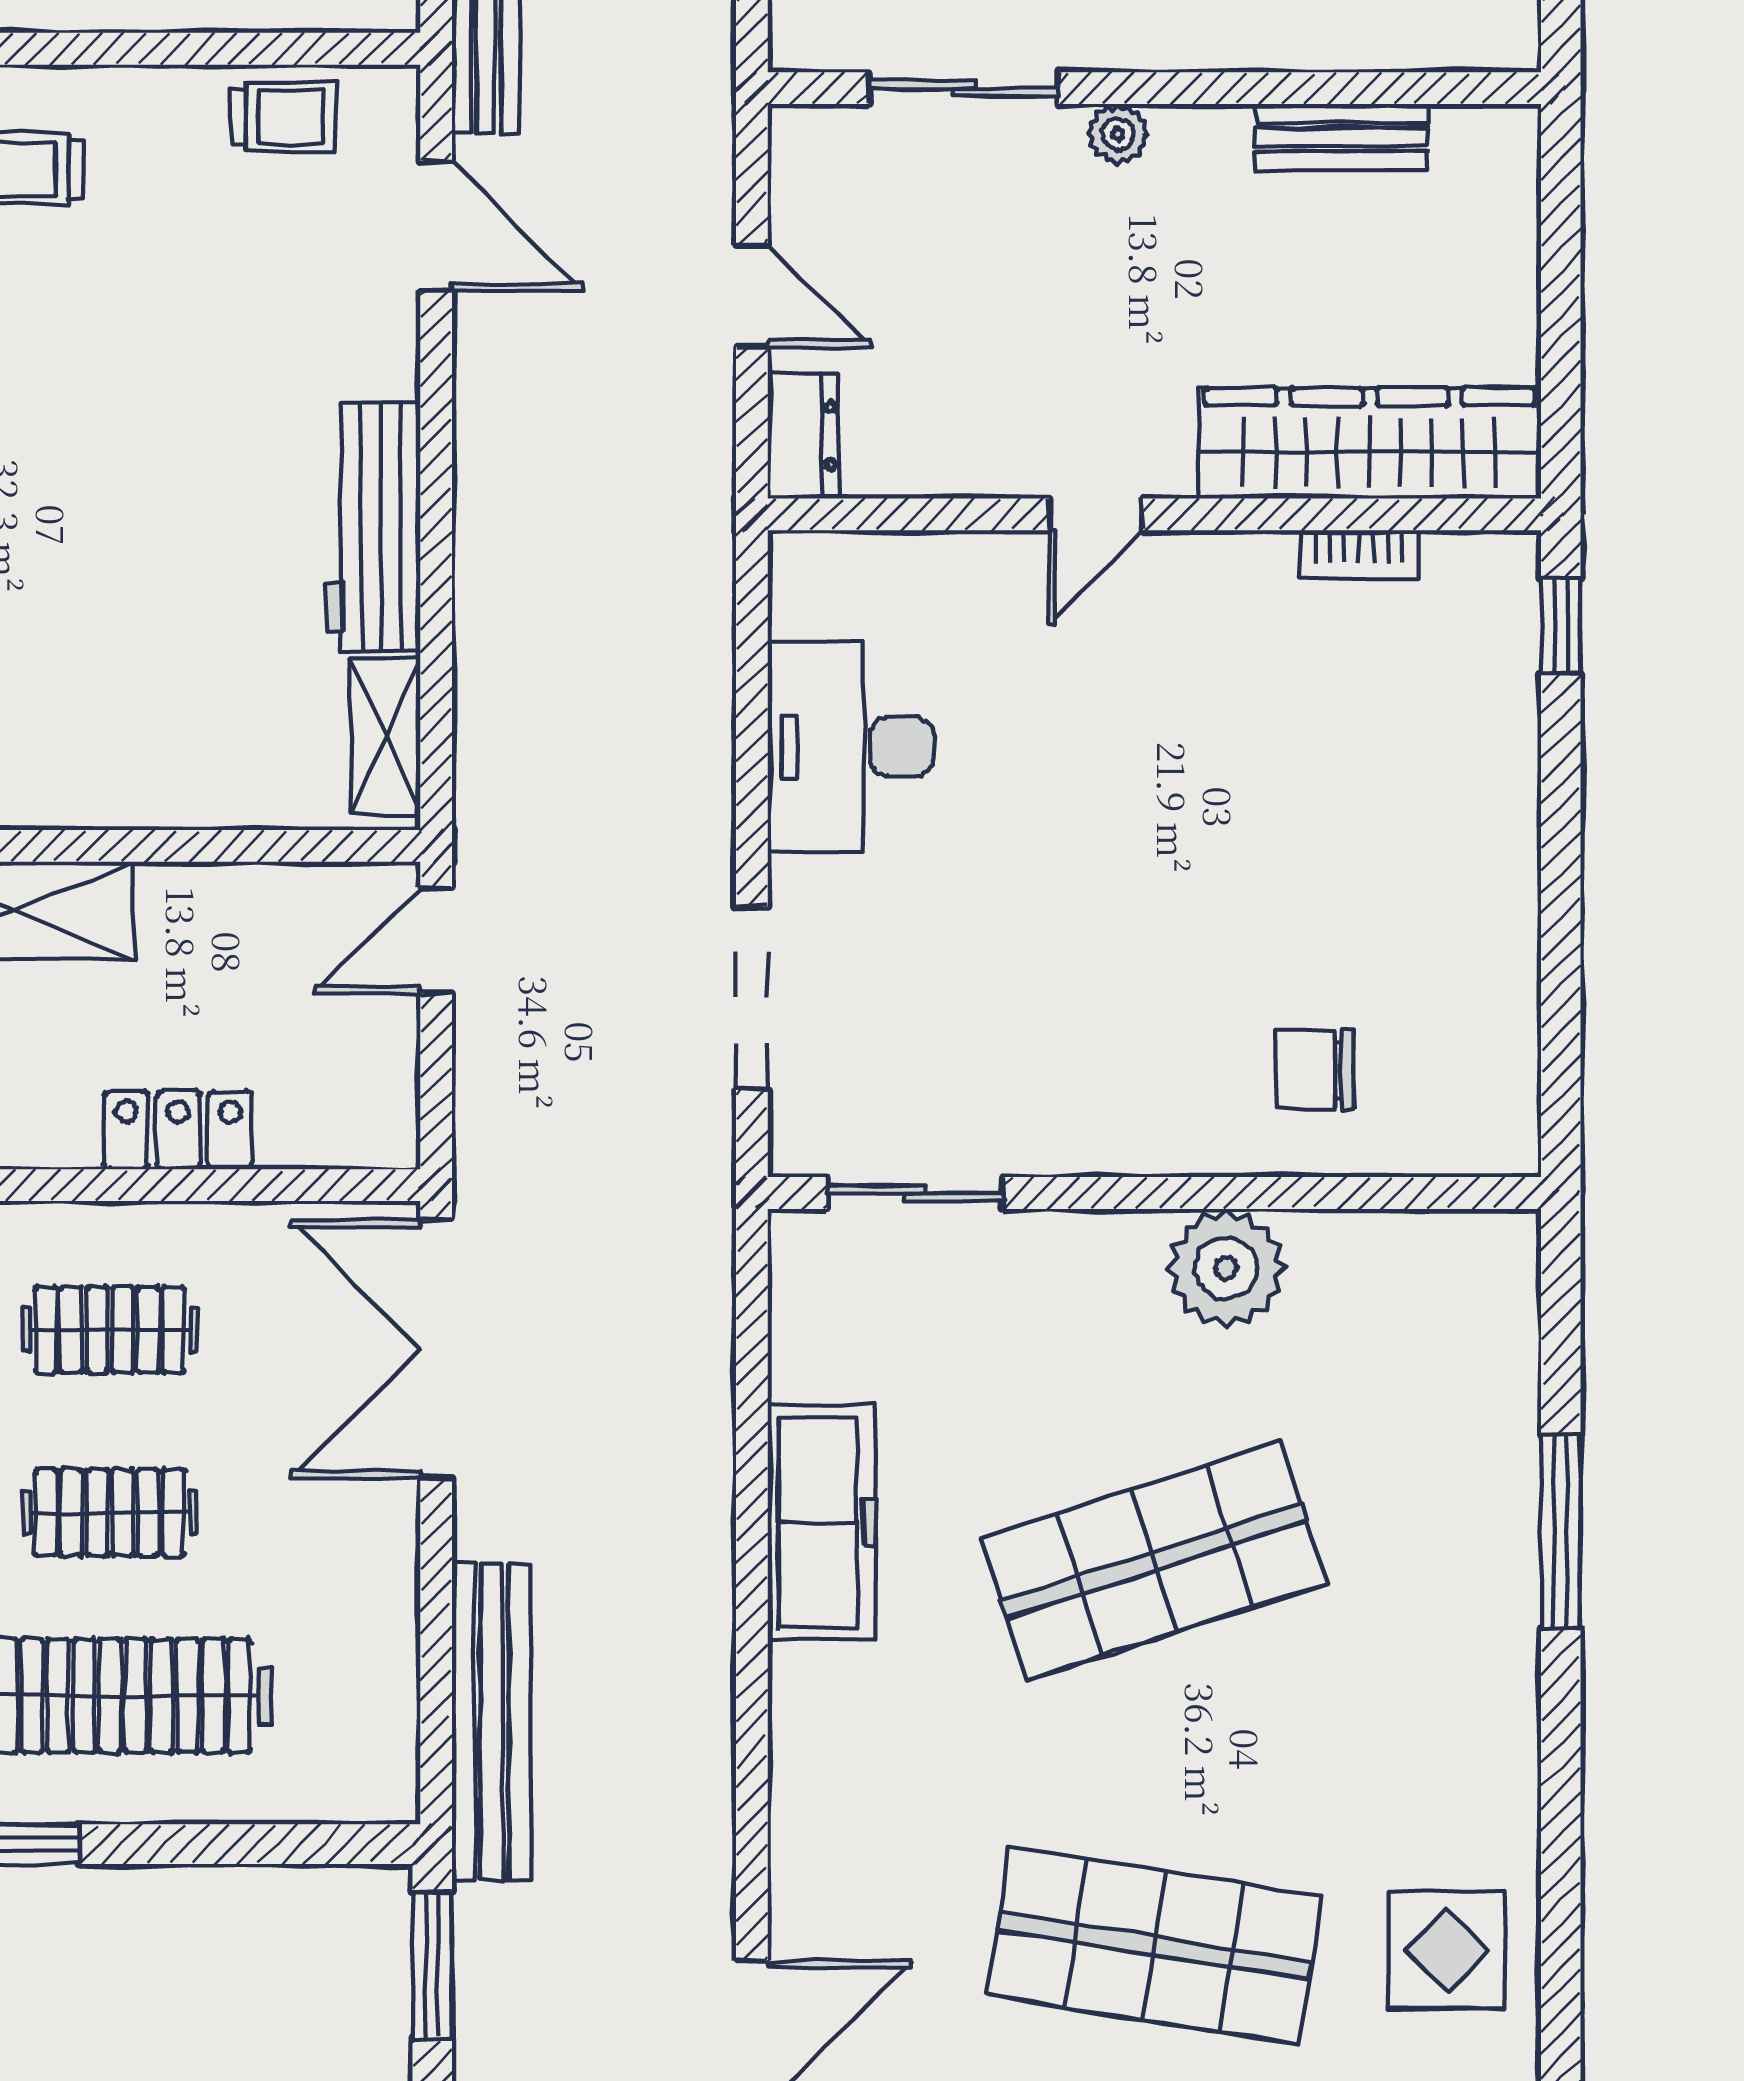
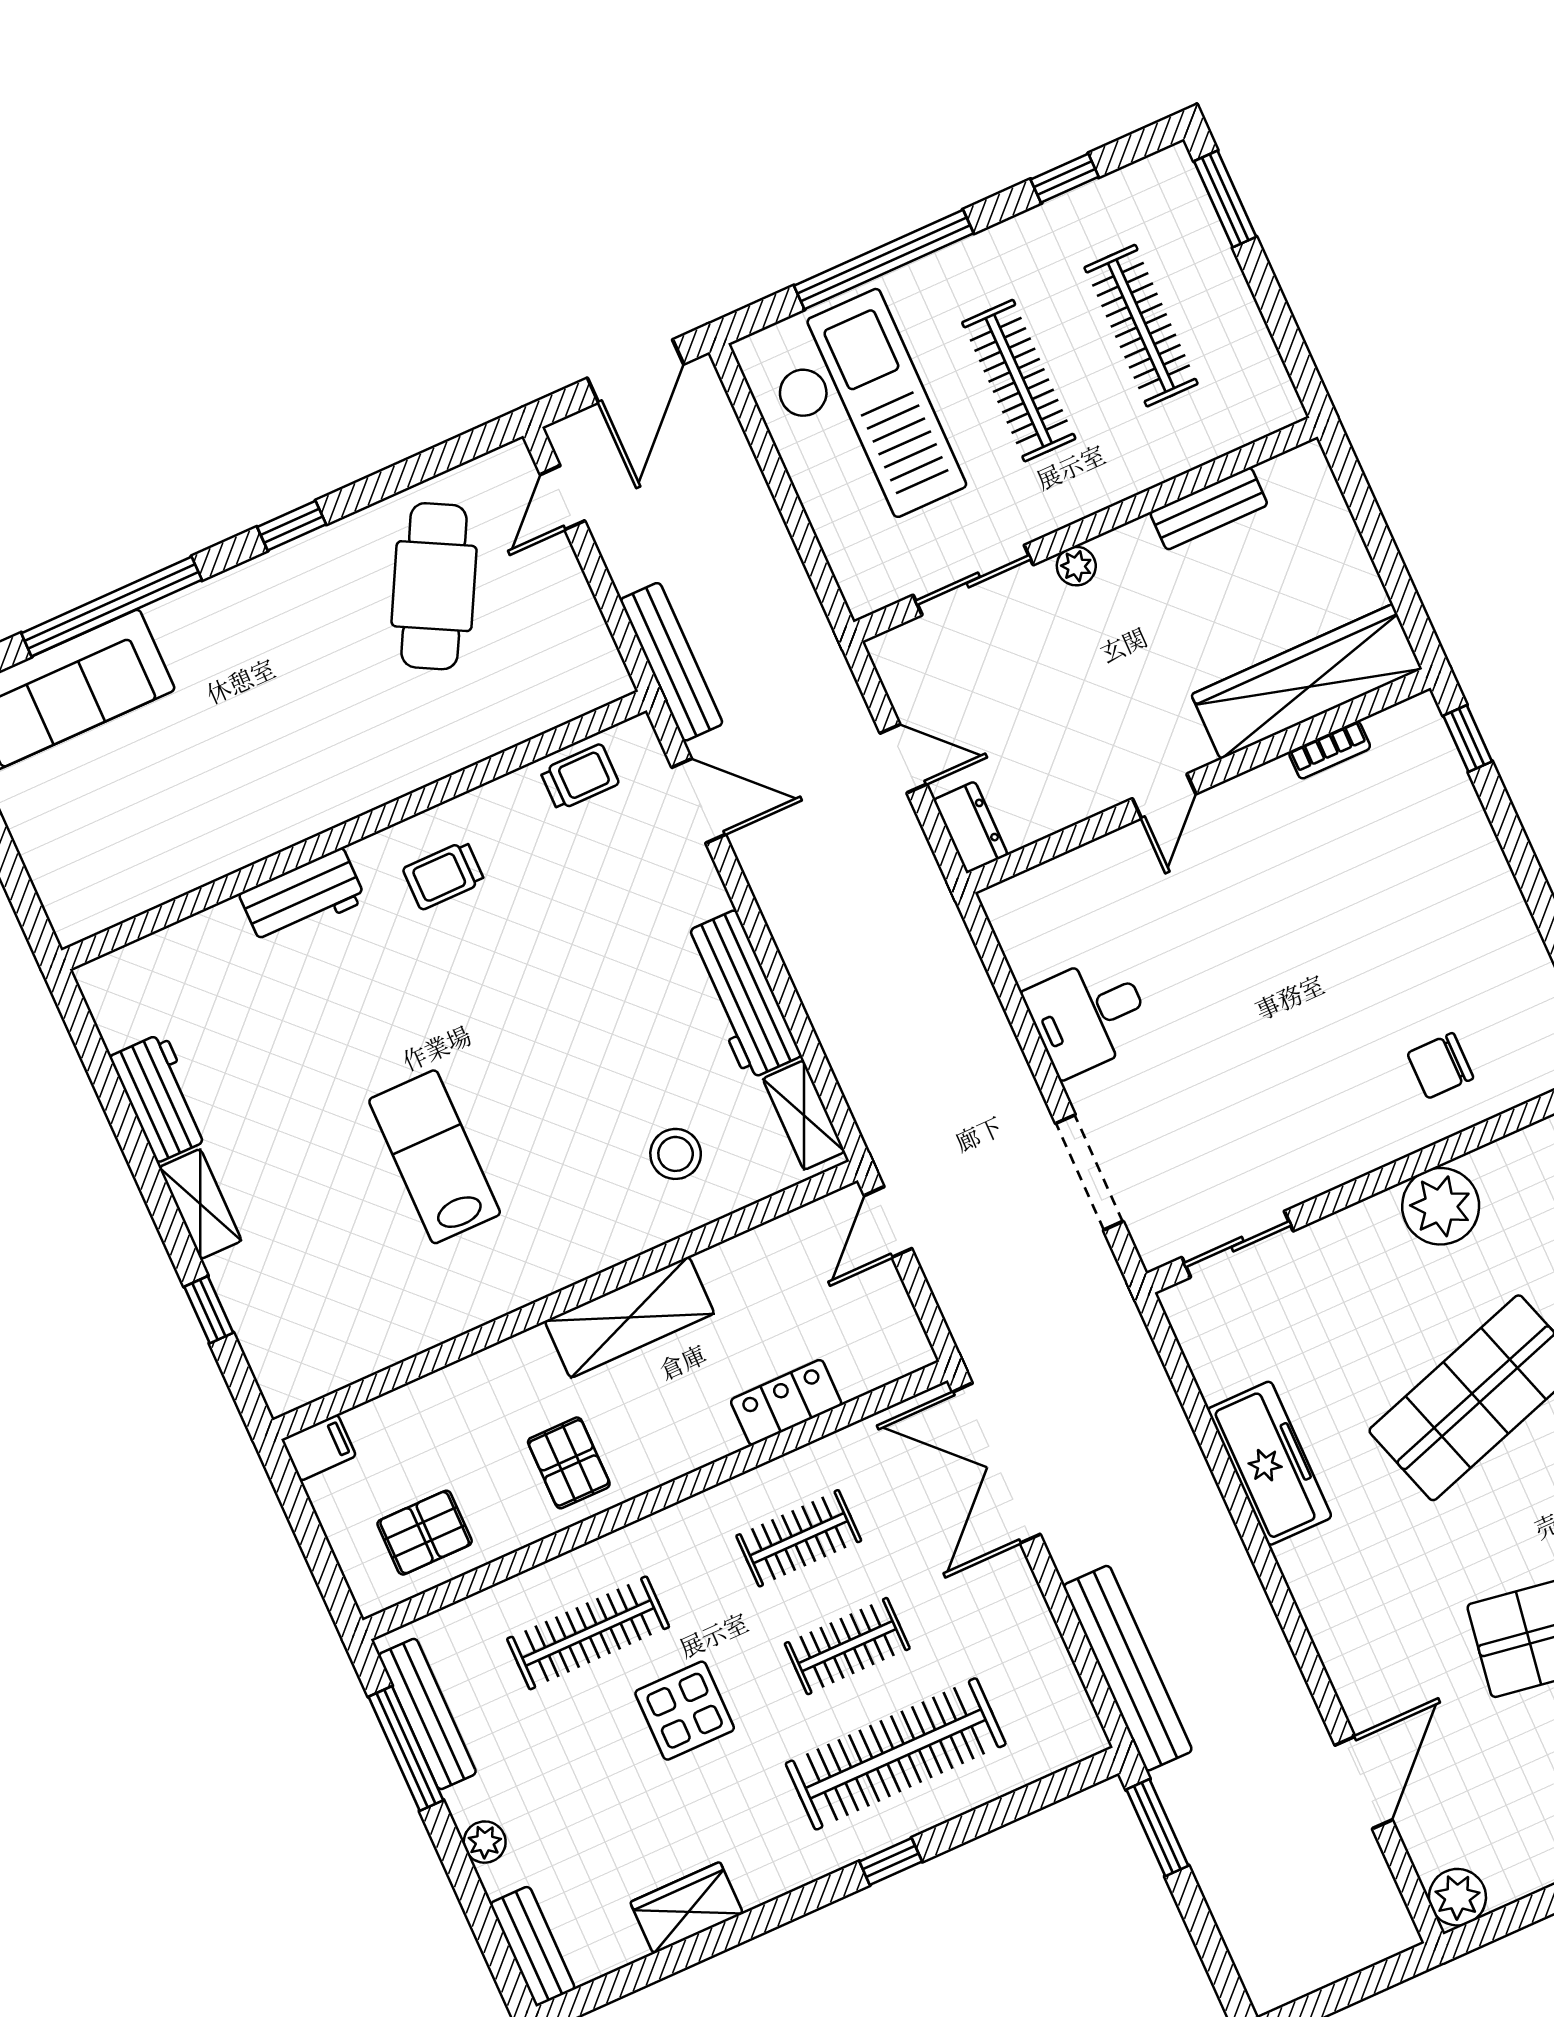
stool: (180, 709) -> (676, 1154), added
desk: (850, 747) -> (1088, 1015), width x0.73

